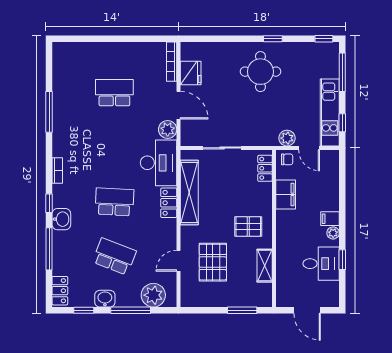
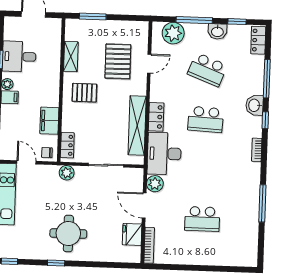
plant: (287, 138) -> (67, 173), moved

